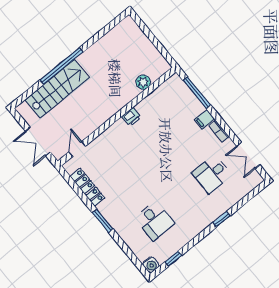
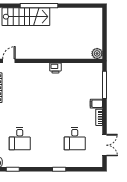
plant: (143, 82) -> (97, 53), moved
double door: (248, 155) -> (104, 145), swing flipped
desk: (212, 174) -> (75, 139), turned -90

